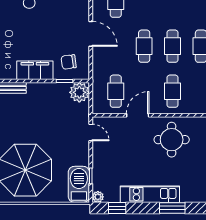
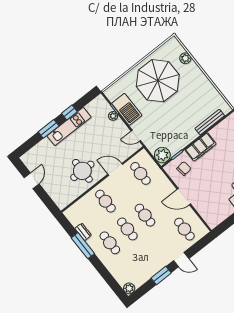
door: (138, 115) -> (115, 169), swing flipped
barbecue: (79, 184) -> (127, 109), moved
plant: (98, 197) -> (113, 116), moved
window: (117, 208) -> (69, 112), moved

